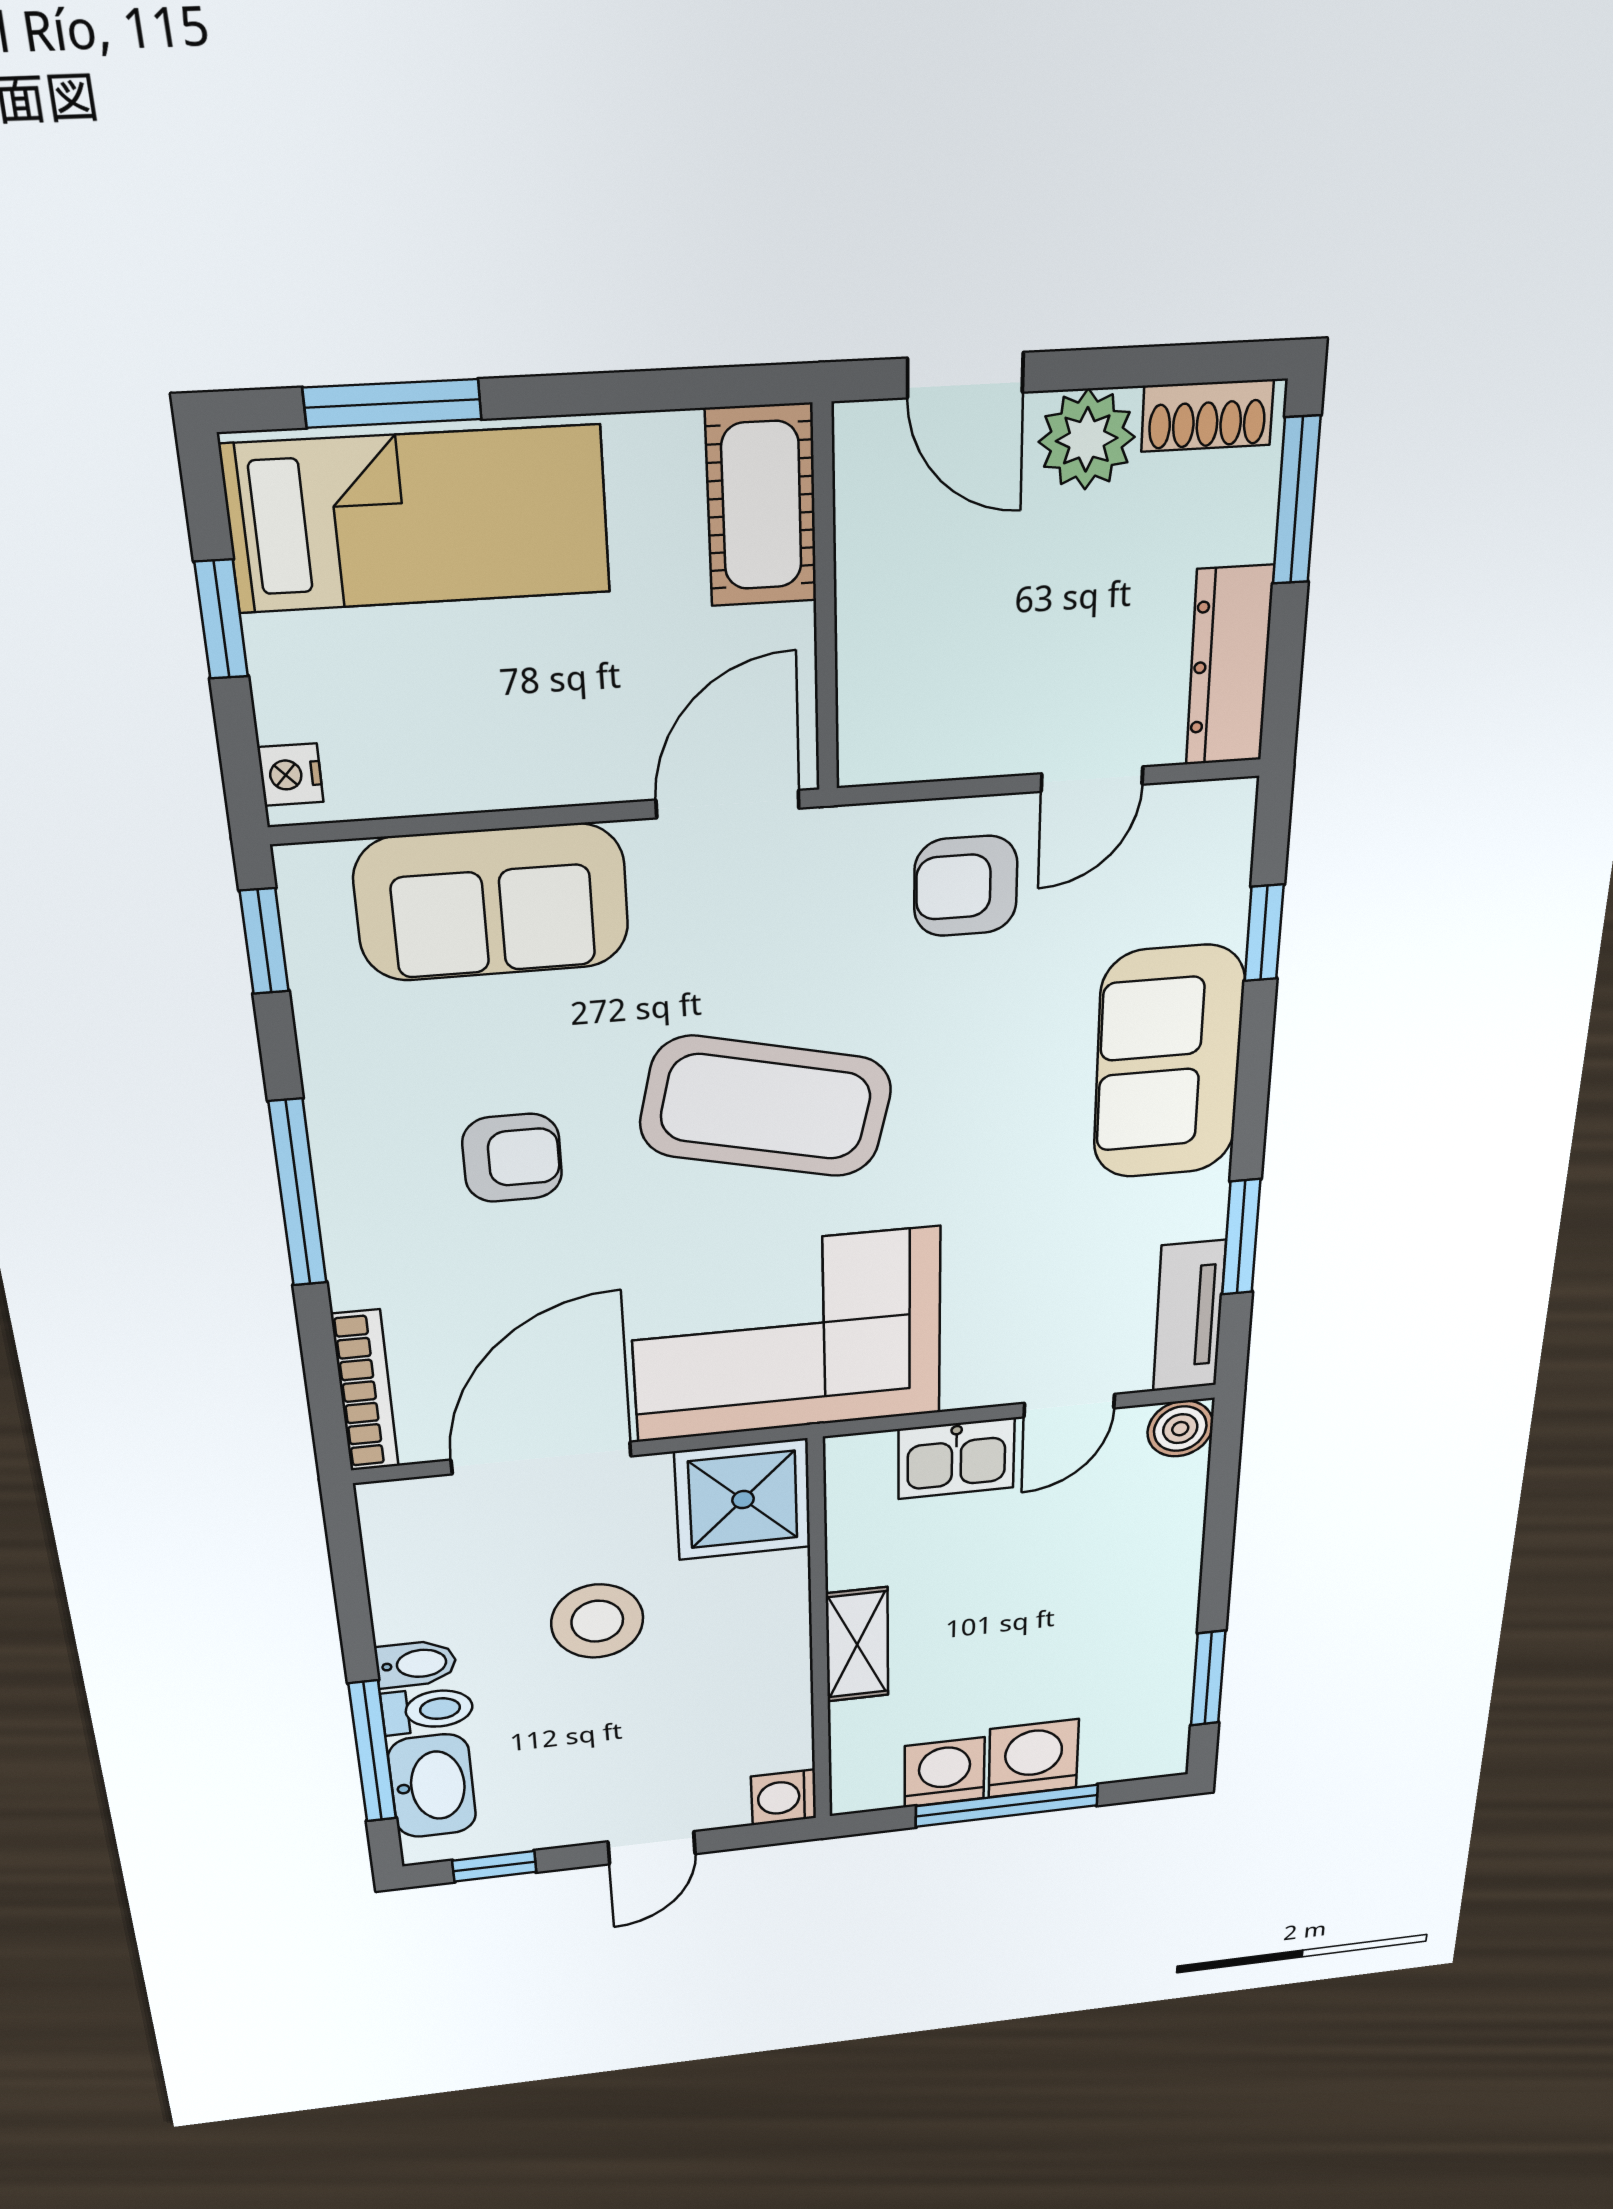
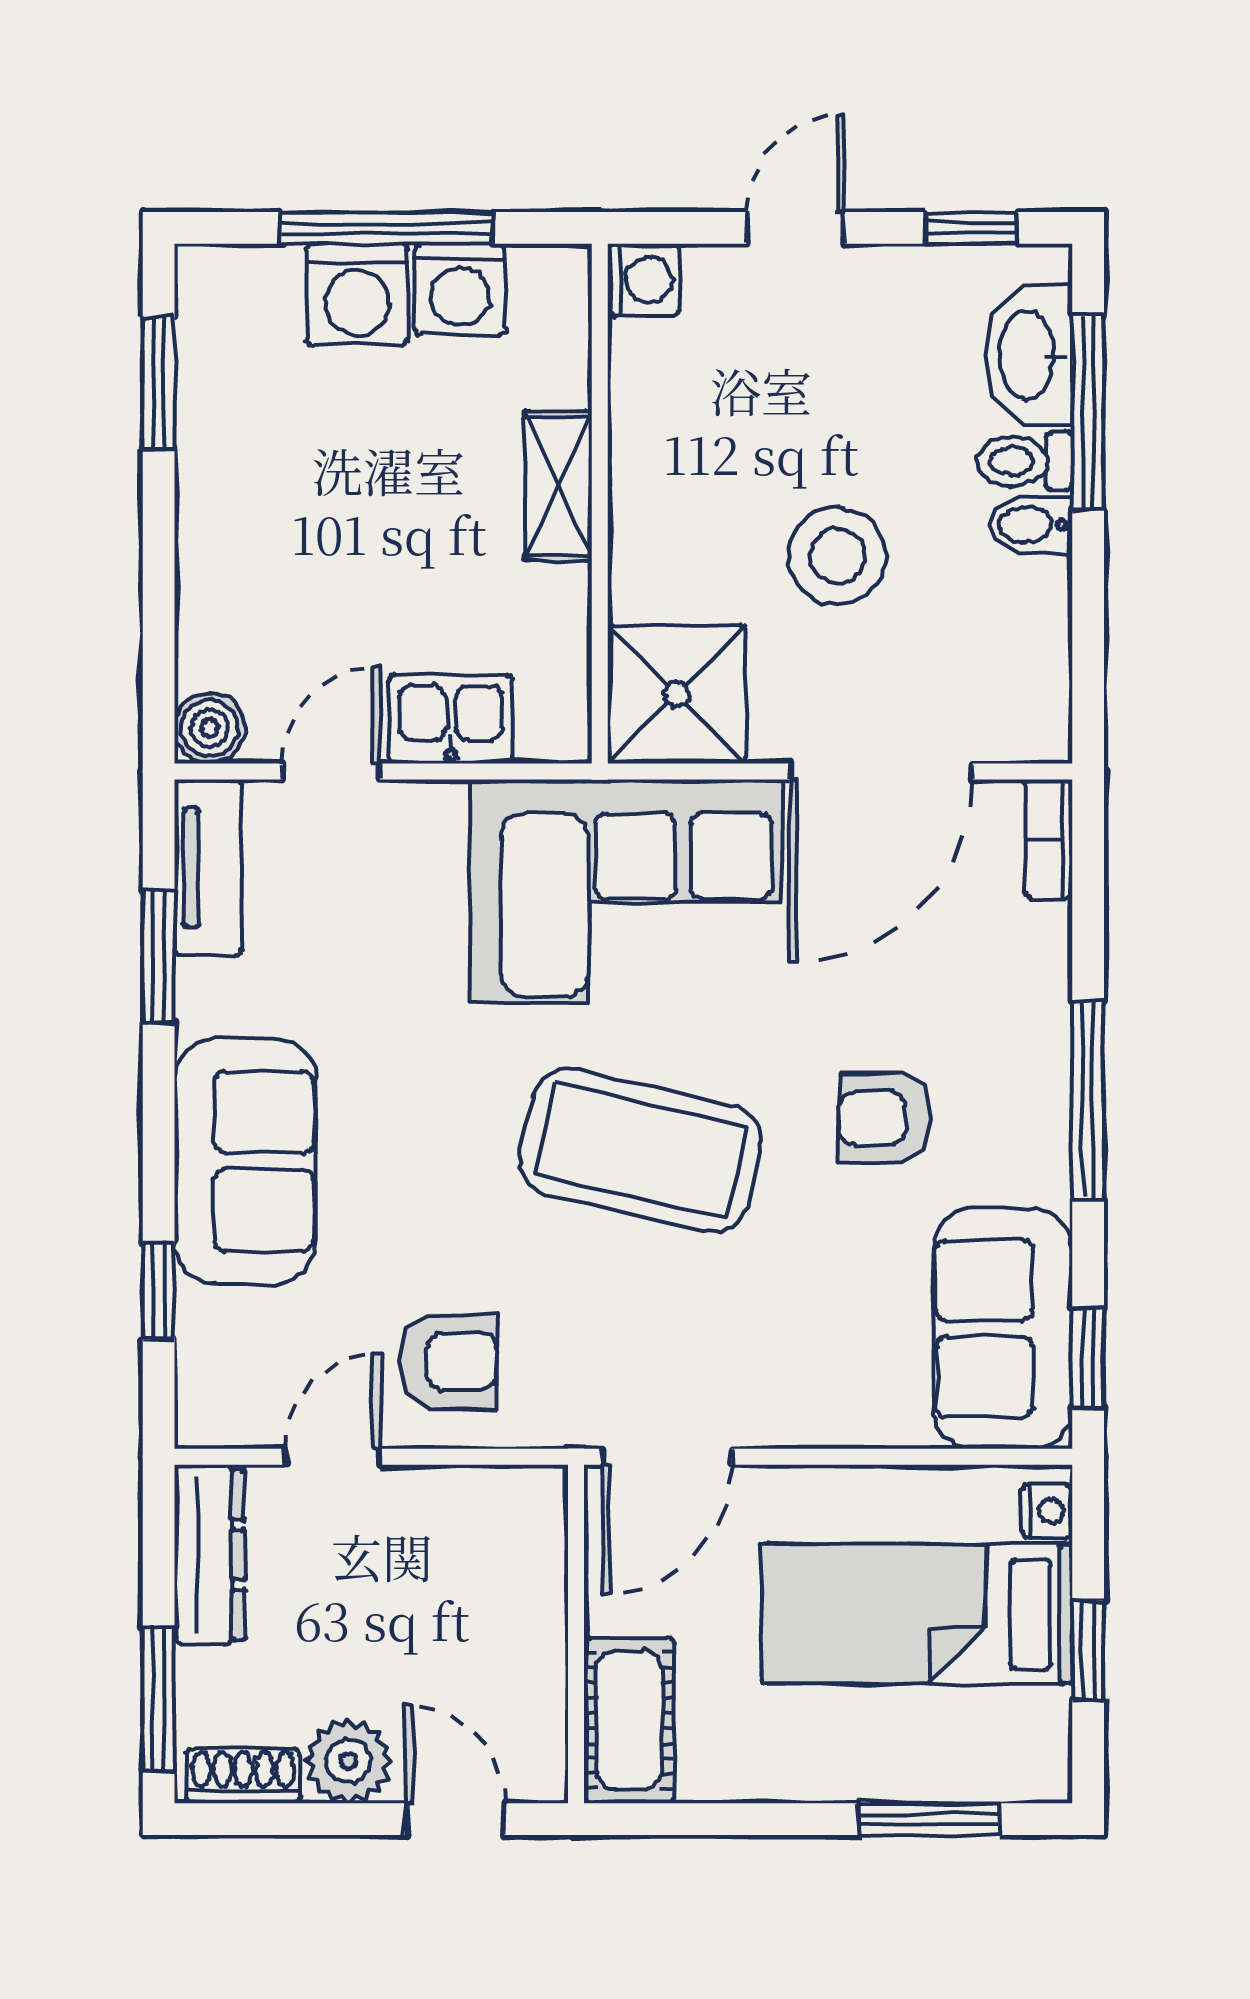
bed: (418, 519) -> (917, 1614), moved
sofa: (492, 902) -> (1003, 1328), moved, turned -90
bookcase: (365, 1391) -> (1049, 839), width x0.64

